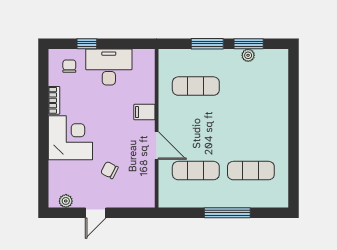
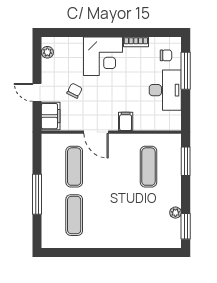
window: (87, 44) -> (186, 71), width x2.17
window: (207, 44) -> (186, 161), moved
window: (249, 44) -> (186, 226), moved
door: (157, 146) -> (96, 132), hinge flipped
filing cabinet: (138, 197) -> (51, 116), added
door: (96, 213) -> (37, 92), moved

